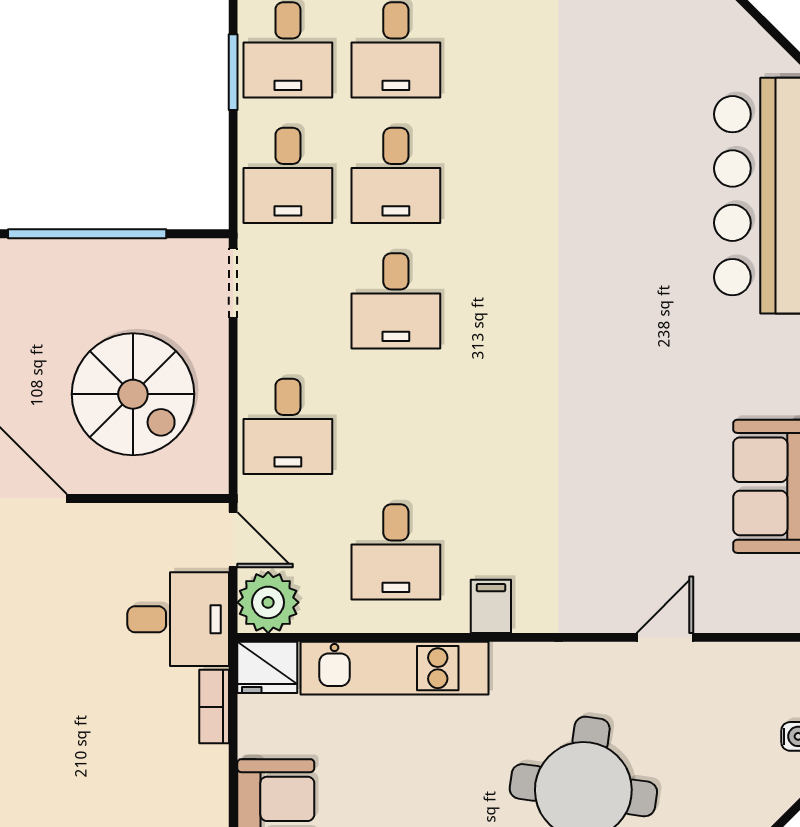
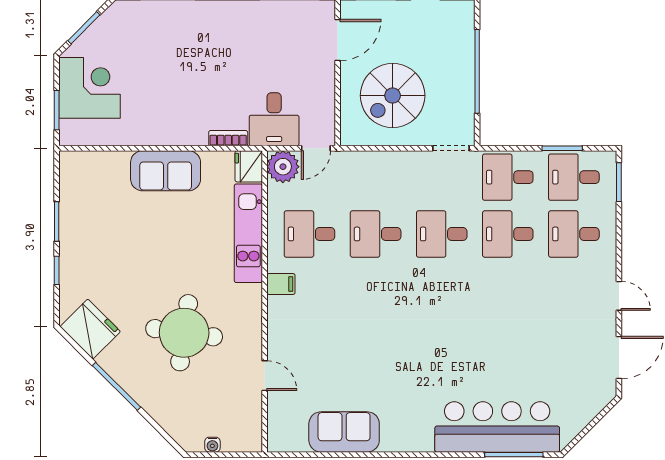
desk: (288, 426) -> (376, 234), moved

